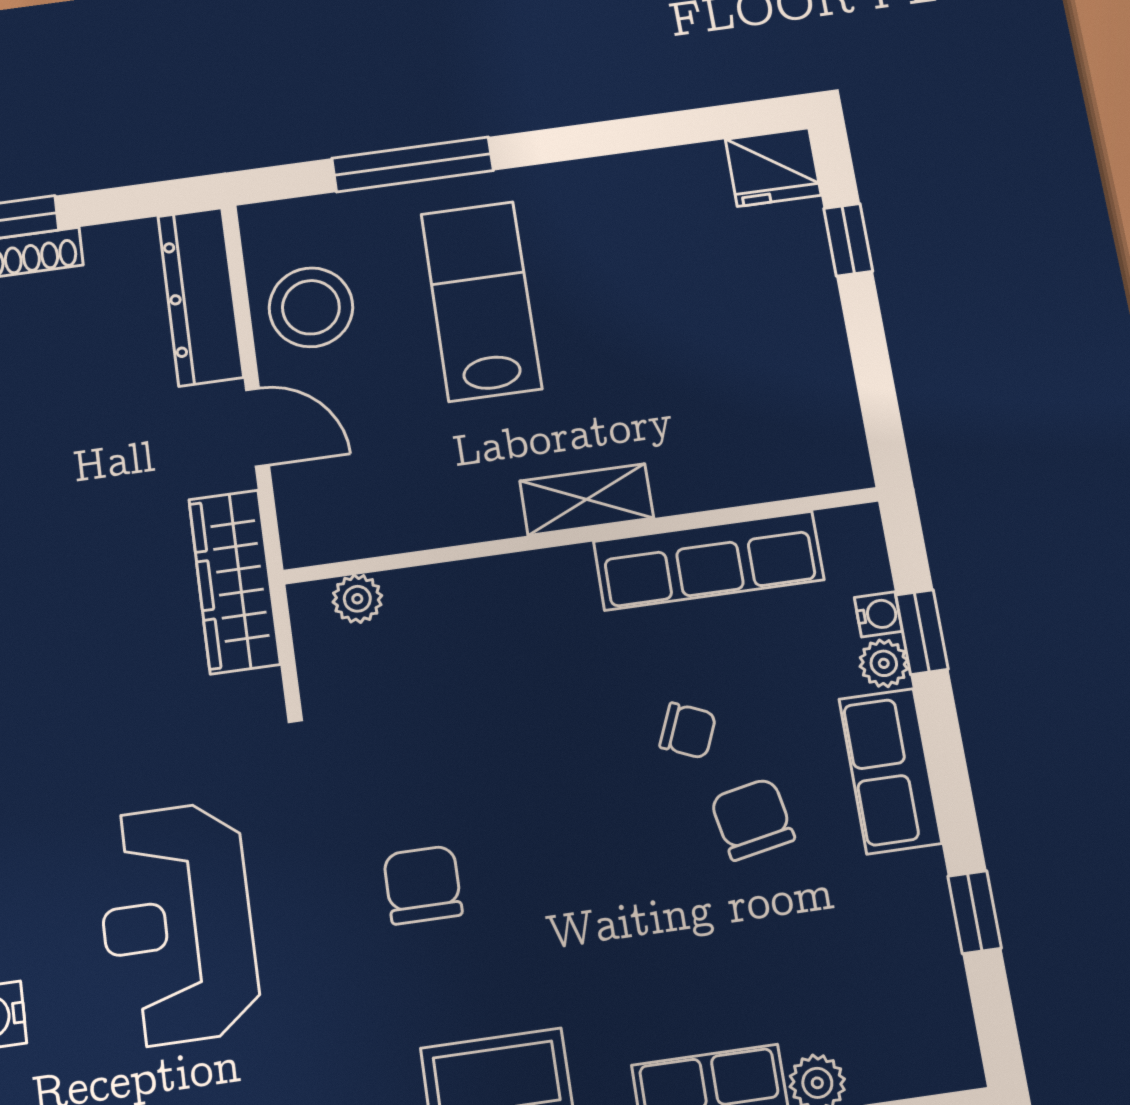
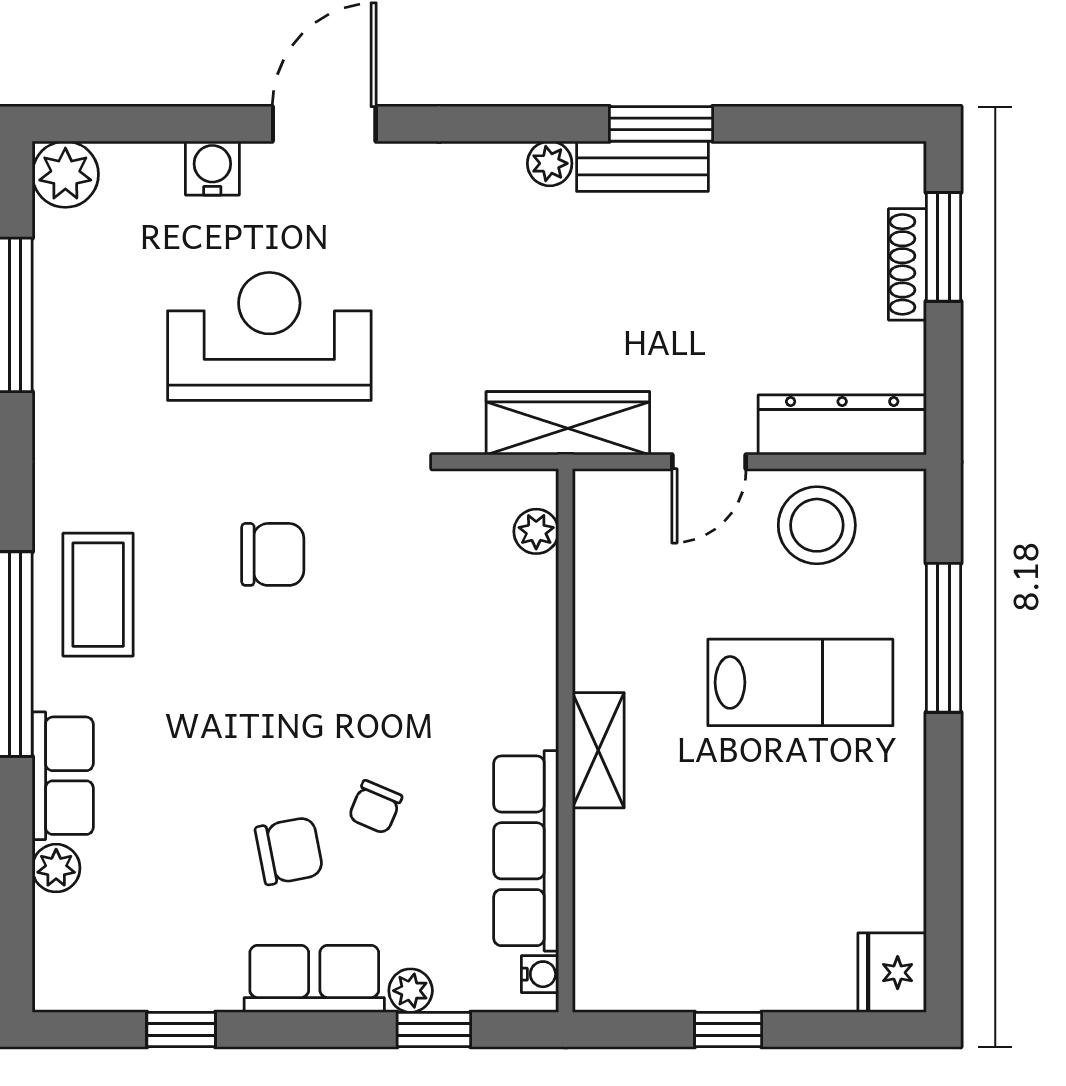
window: (848, 240) -> (728, 1030), moved
water cooler: (878, 614) -> (540, 974), moved, turned -90

